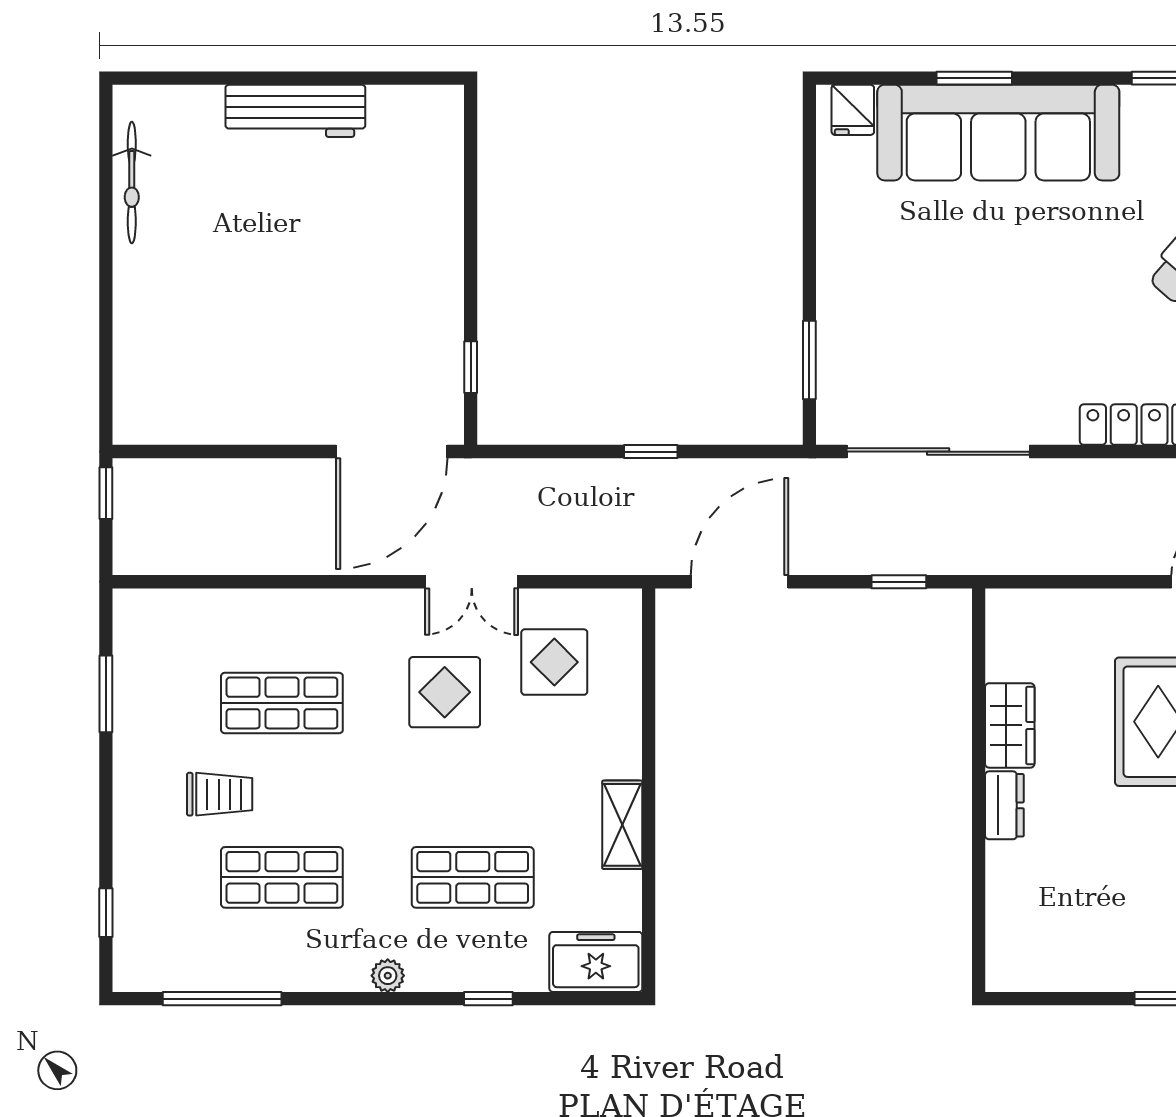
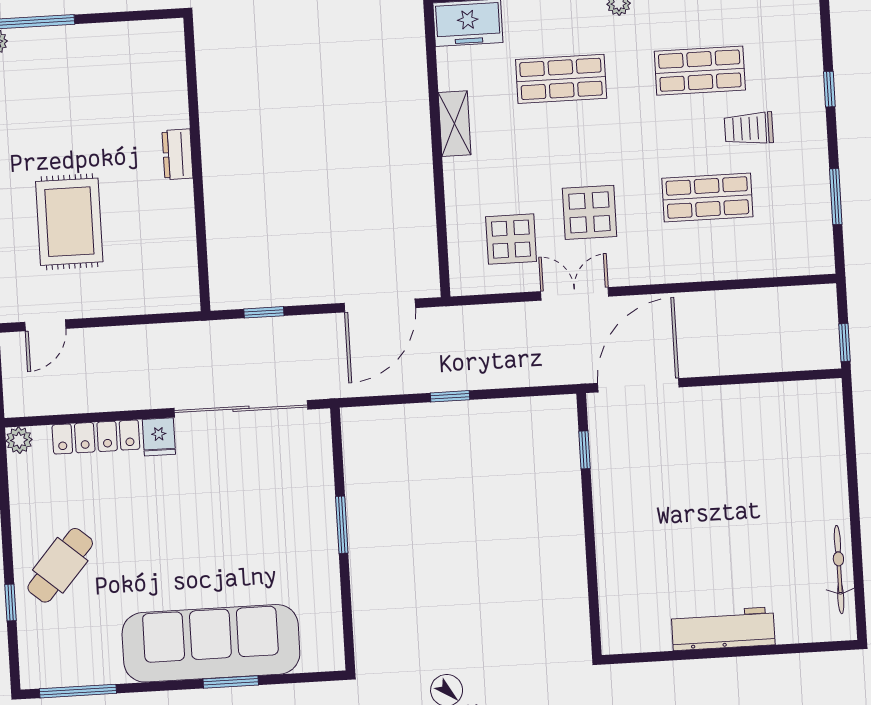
fridge: (853, 110) -> (159, 437), moved, turned 180
window: (809, 360) -> (342, 525), moved
wardrobe: (1010, 725) -> (177, 213), removed
window: (106, 913) -> (829, 89), moved

